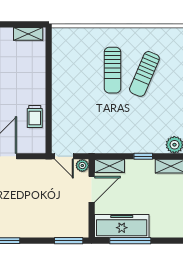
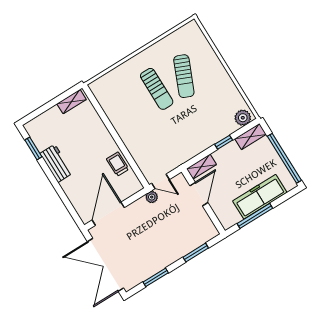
trolley: (35, 116) -> (118, 164), turned 180
plant: (82, 165) -> (152, 197), moved
freezer: (122, 226) -> (260, 197), moved
window: (69, 241) -> (196, 253), moved

